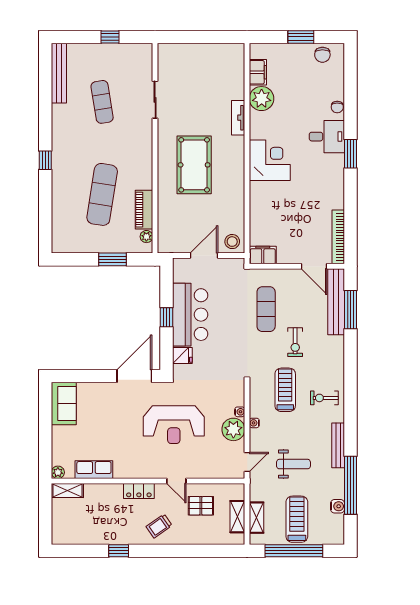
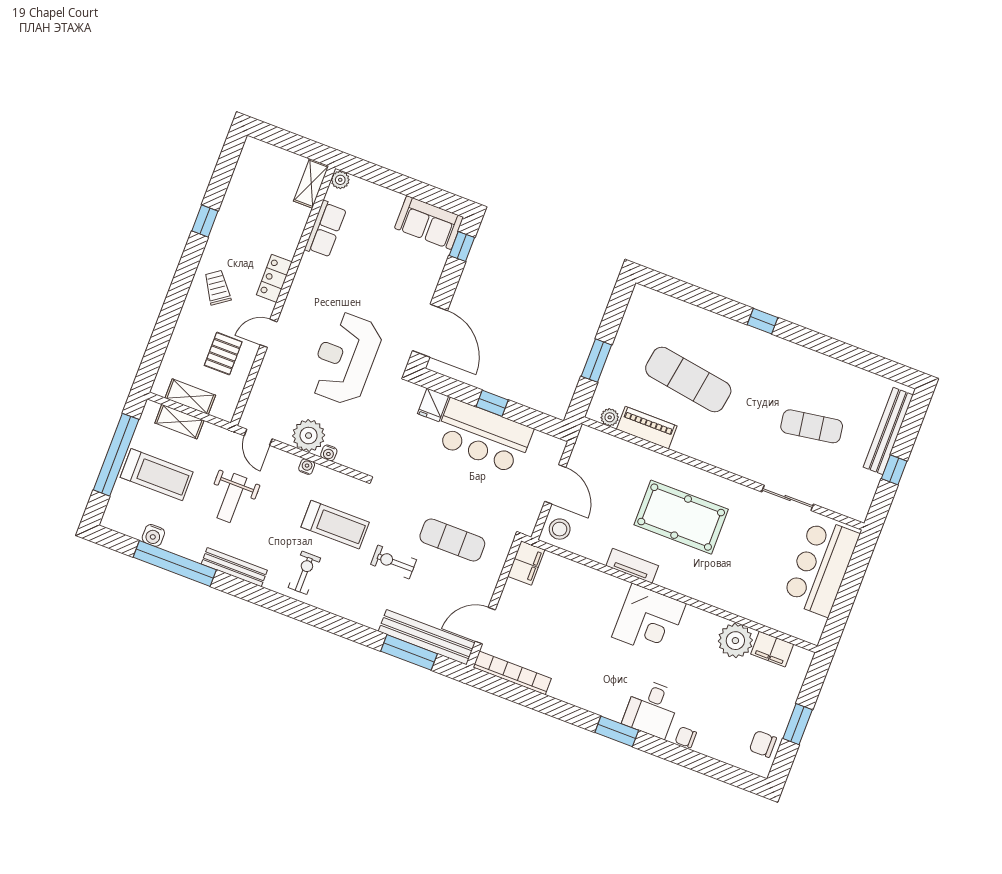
bar counter: (192, 61) -> (821, 567), added
bench: (59, 73) -> (888, 431), moved, turned 90
tv unit: (238, 118) -> (632, 566), moved
window: (71, 376) -> (462, 246), added

